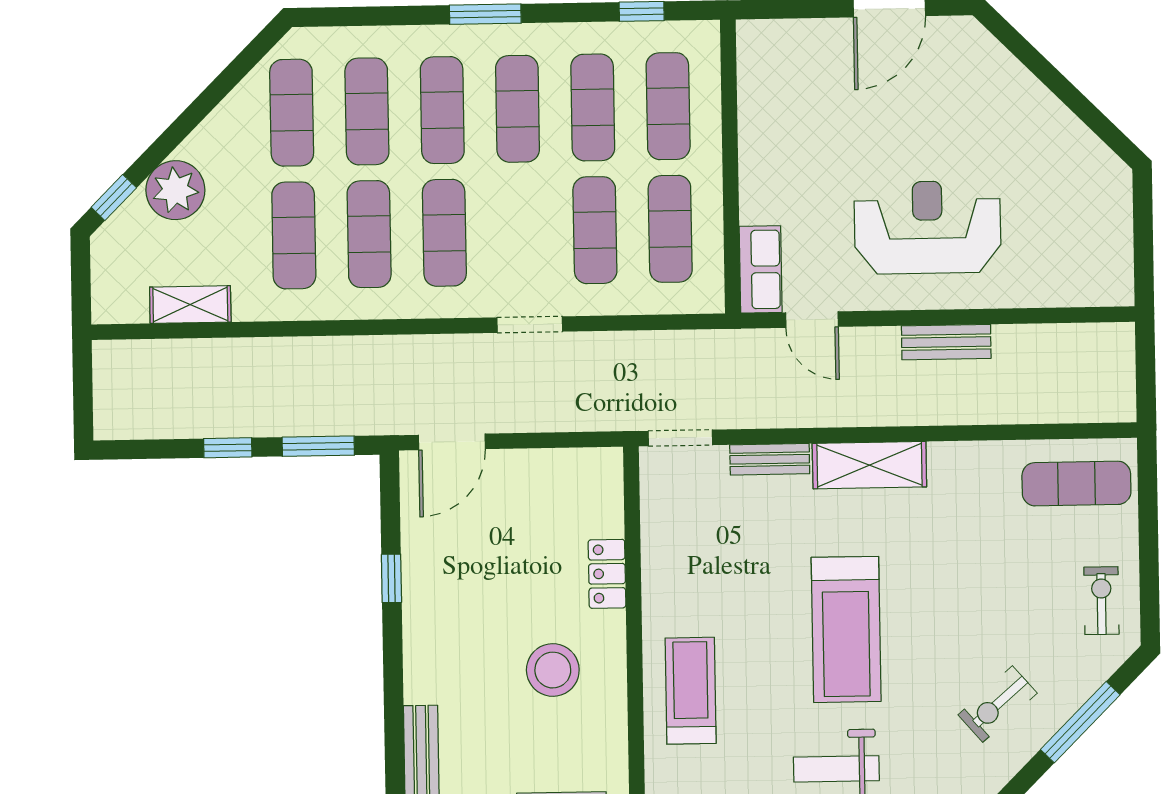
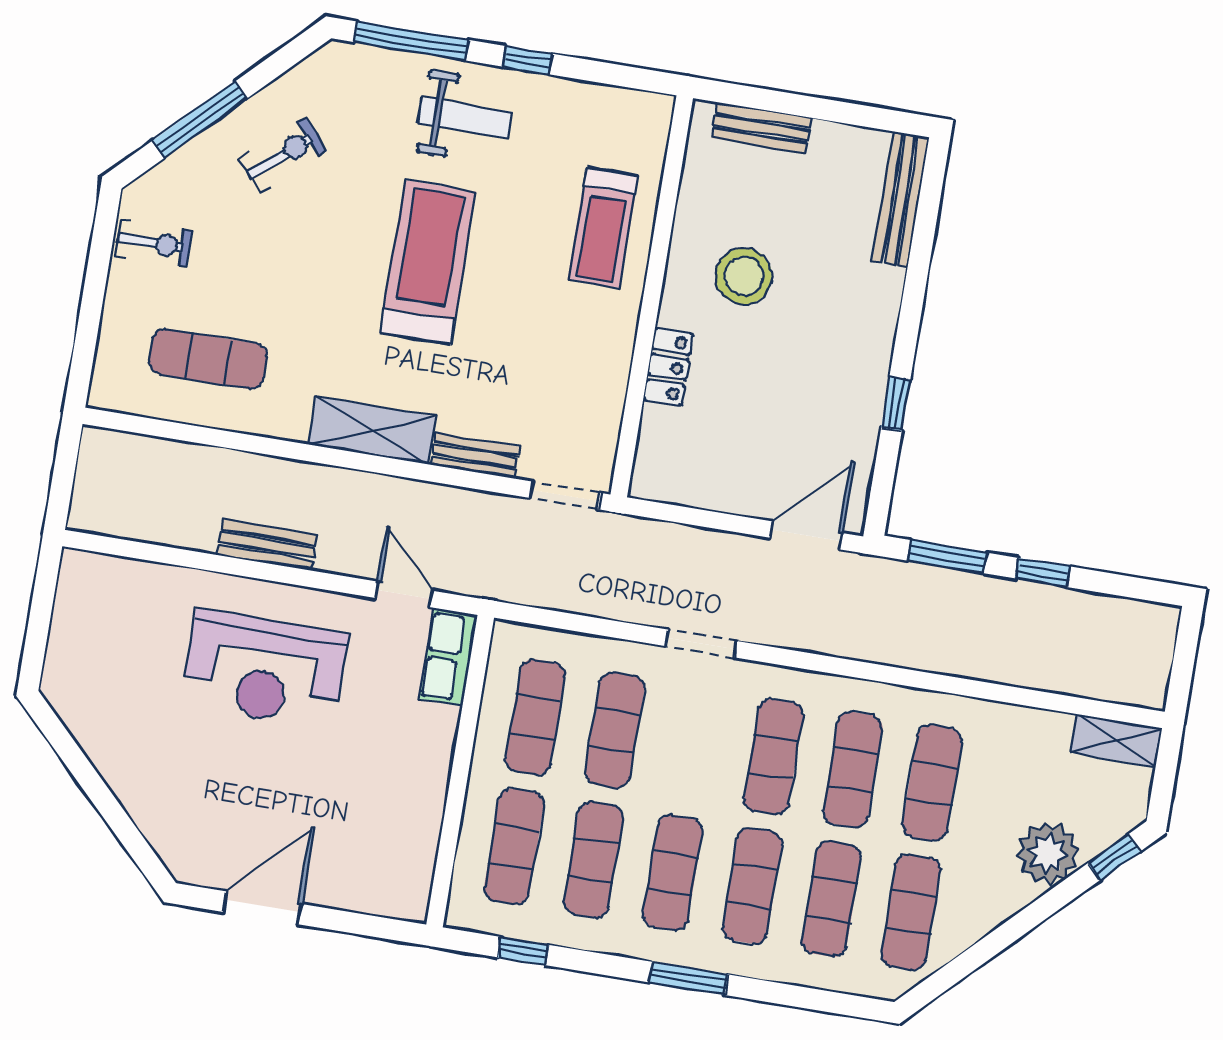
shelving: (190, 305) -> (1116, 740), moved
exercise mat: (1076, 484) -> (208, 359), moved
exercise bike: (1101, 601) -> (154, 243), turned -90

